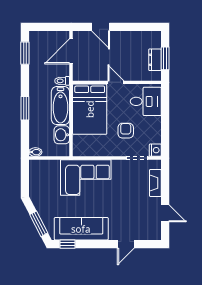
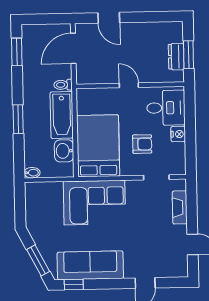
bed: (90, 109) -> (98, 146), moved, turned 180
armchair: (126, 131) -> (142, 144), turned 90
nightstand: (155, 150) -> (178, 134), moved

